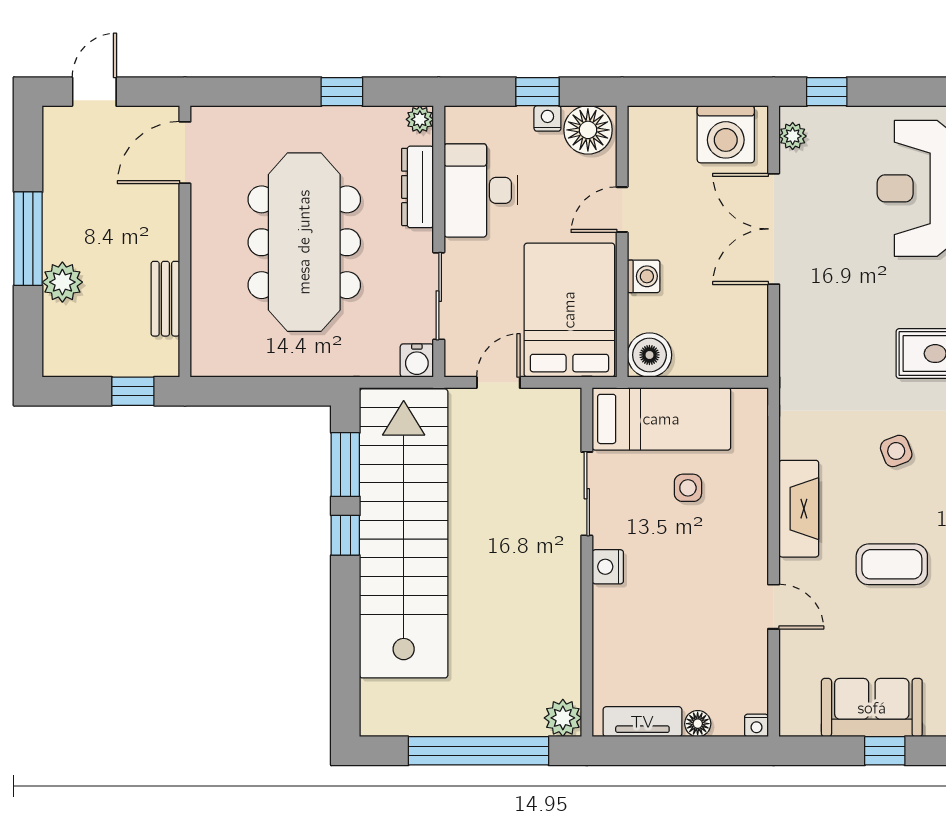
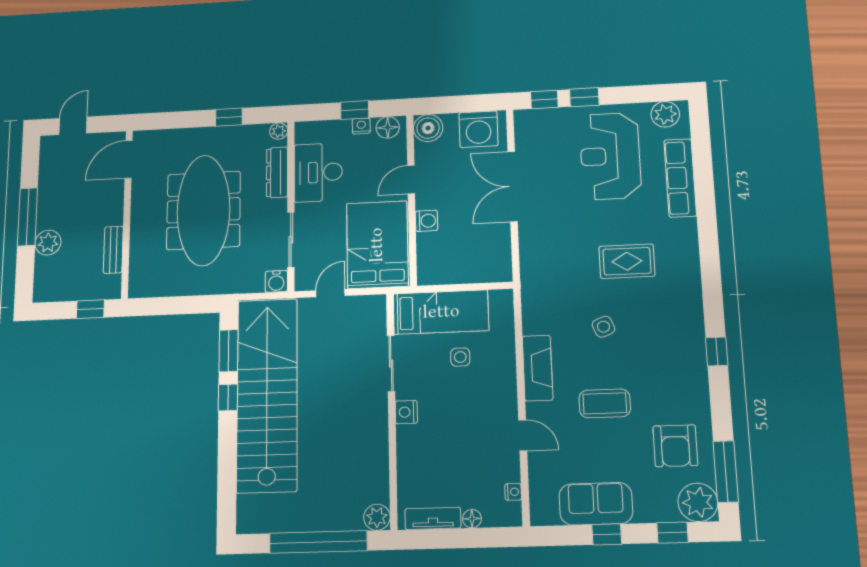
window: (887, 92) -> (584, 97), added
floor lamp: (588, 130) -> (388, 127), width x0.73, depth x0.73
plant: (793, 136) -> (523, 128), removed
boiler: (649, 355) -> (428, 128), moved
nightstand: (756, 725) -> (513, 492), moved, turned -90

